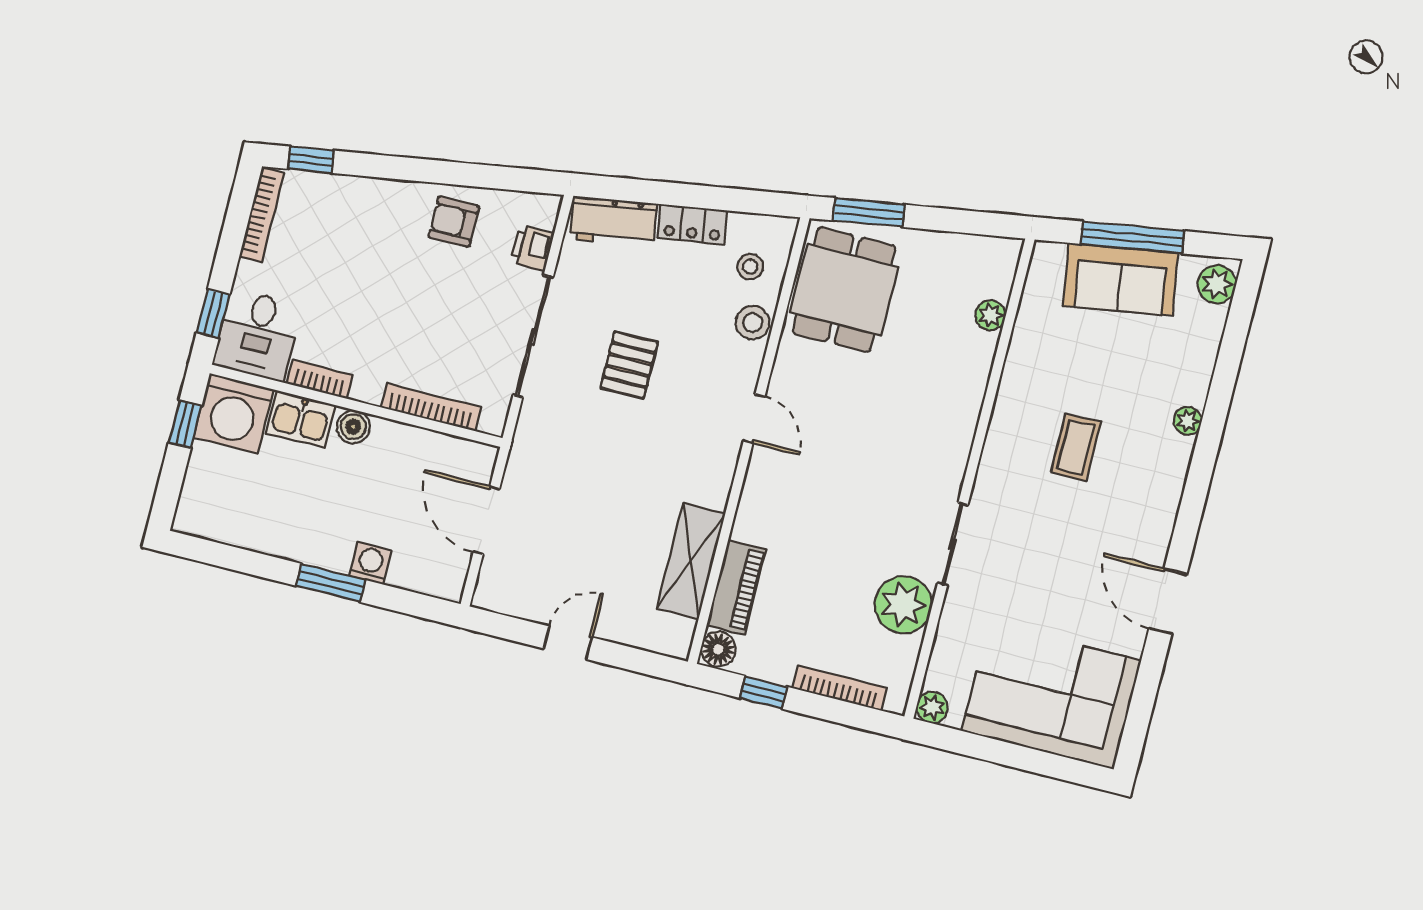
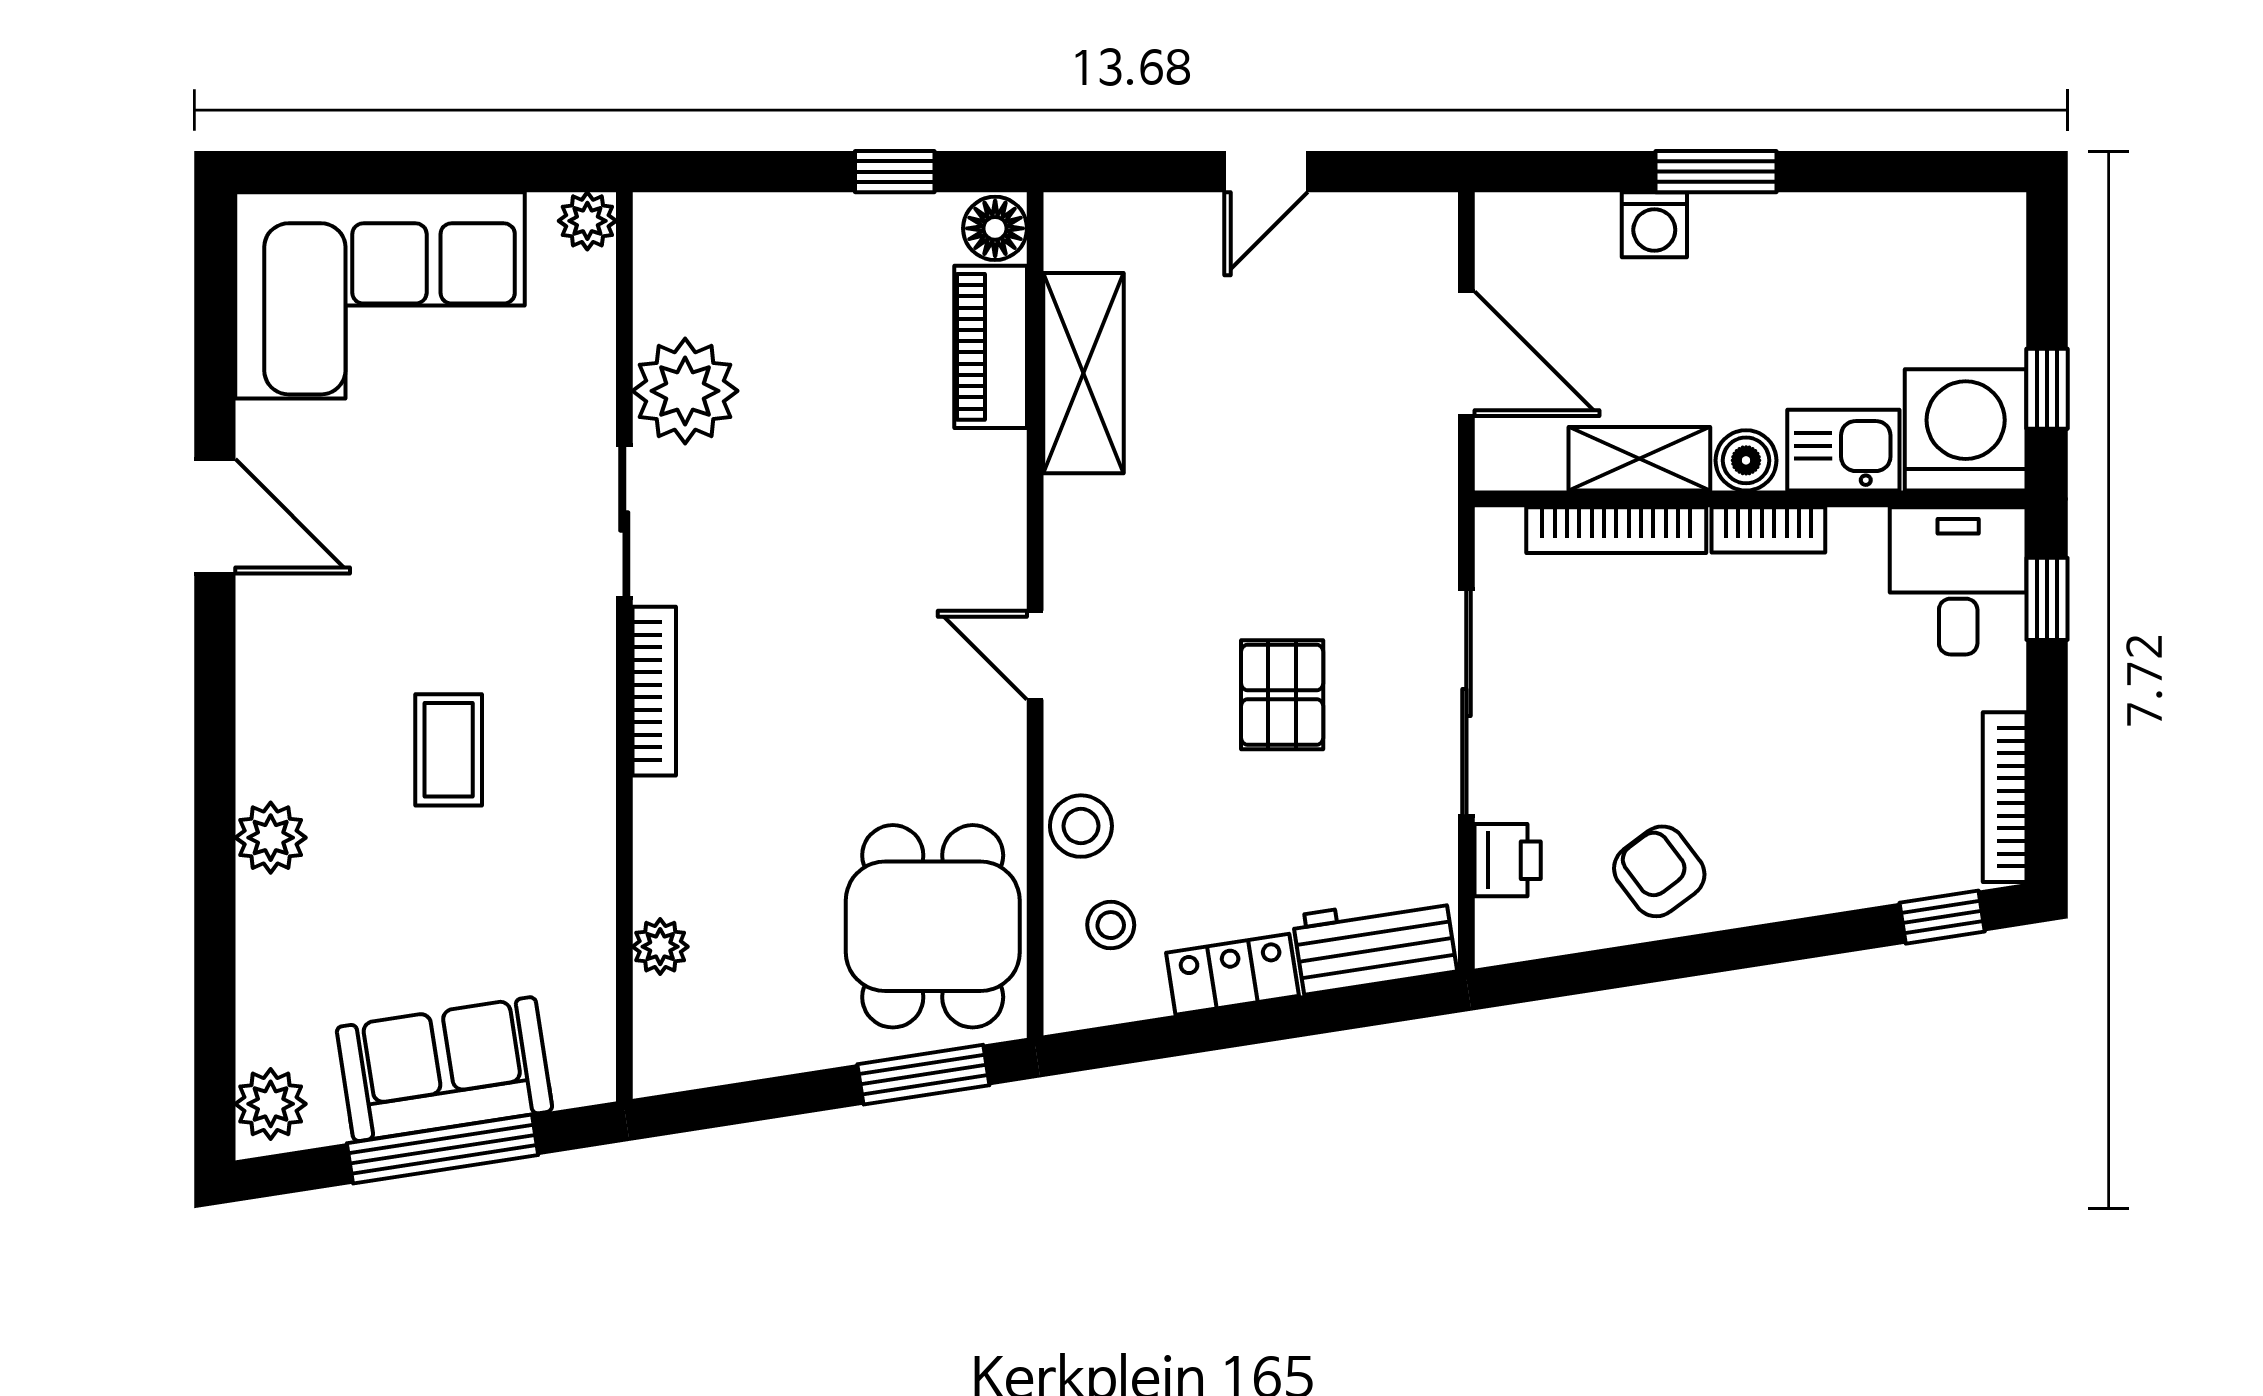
armchair: (454, 222) -> (1659, 871), turned -127
bookcase: (320, 379) -> (1768, 530), moved
plant: (1188, 421) -> (271, 838), width x1.38, depth x1.38
shelving: (409, 442) -> (1639, 459), added
bookcase: (840, 688) -> (654, 691), moved, turned -90

